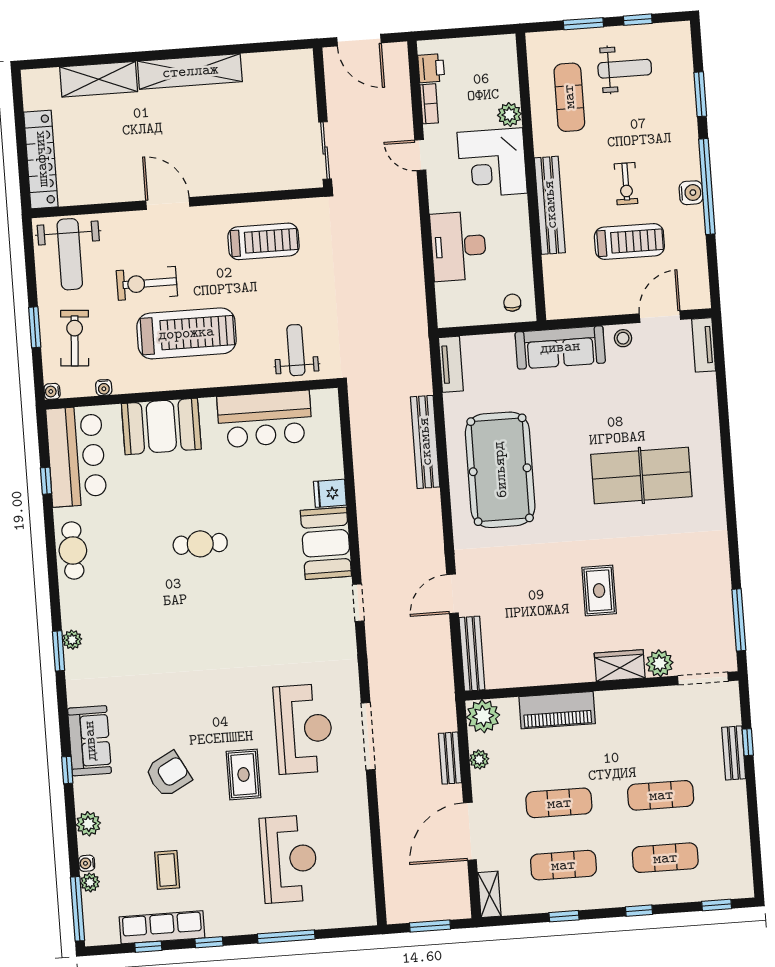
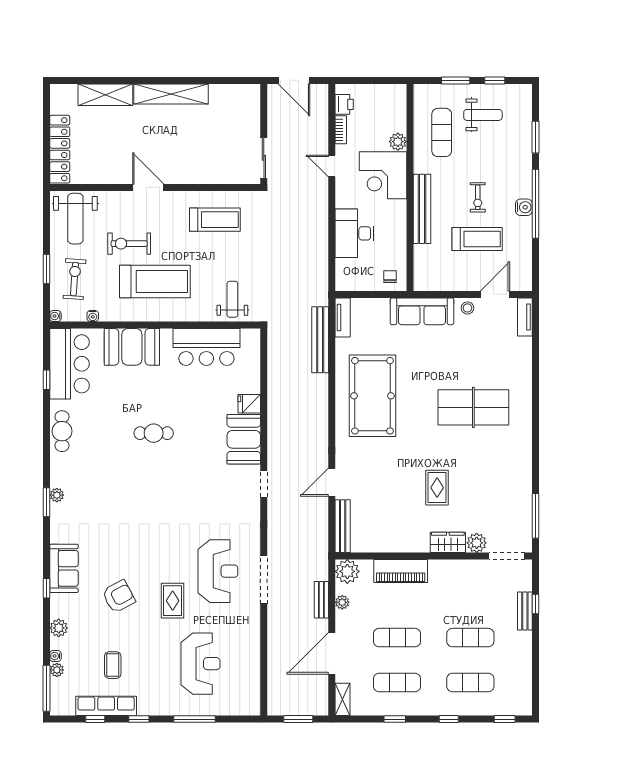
bench: (425, 442) -> (320, 340), moved

